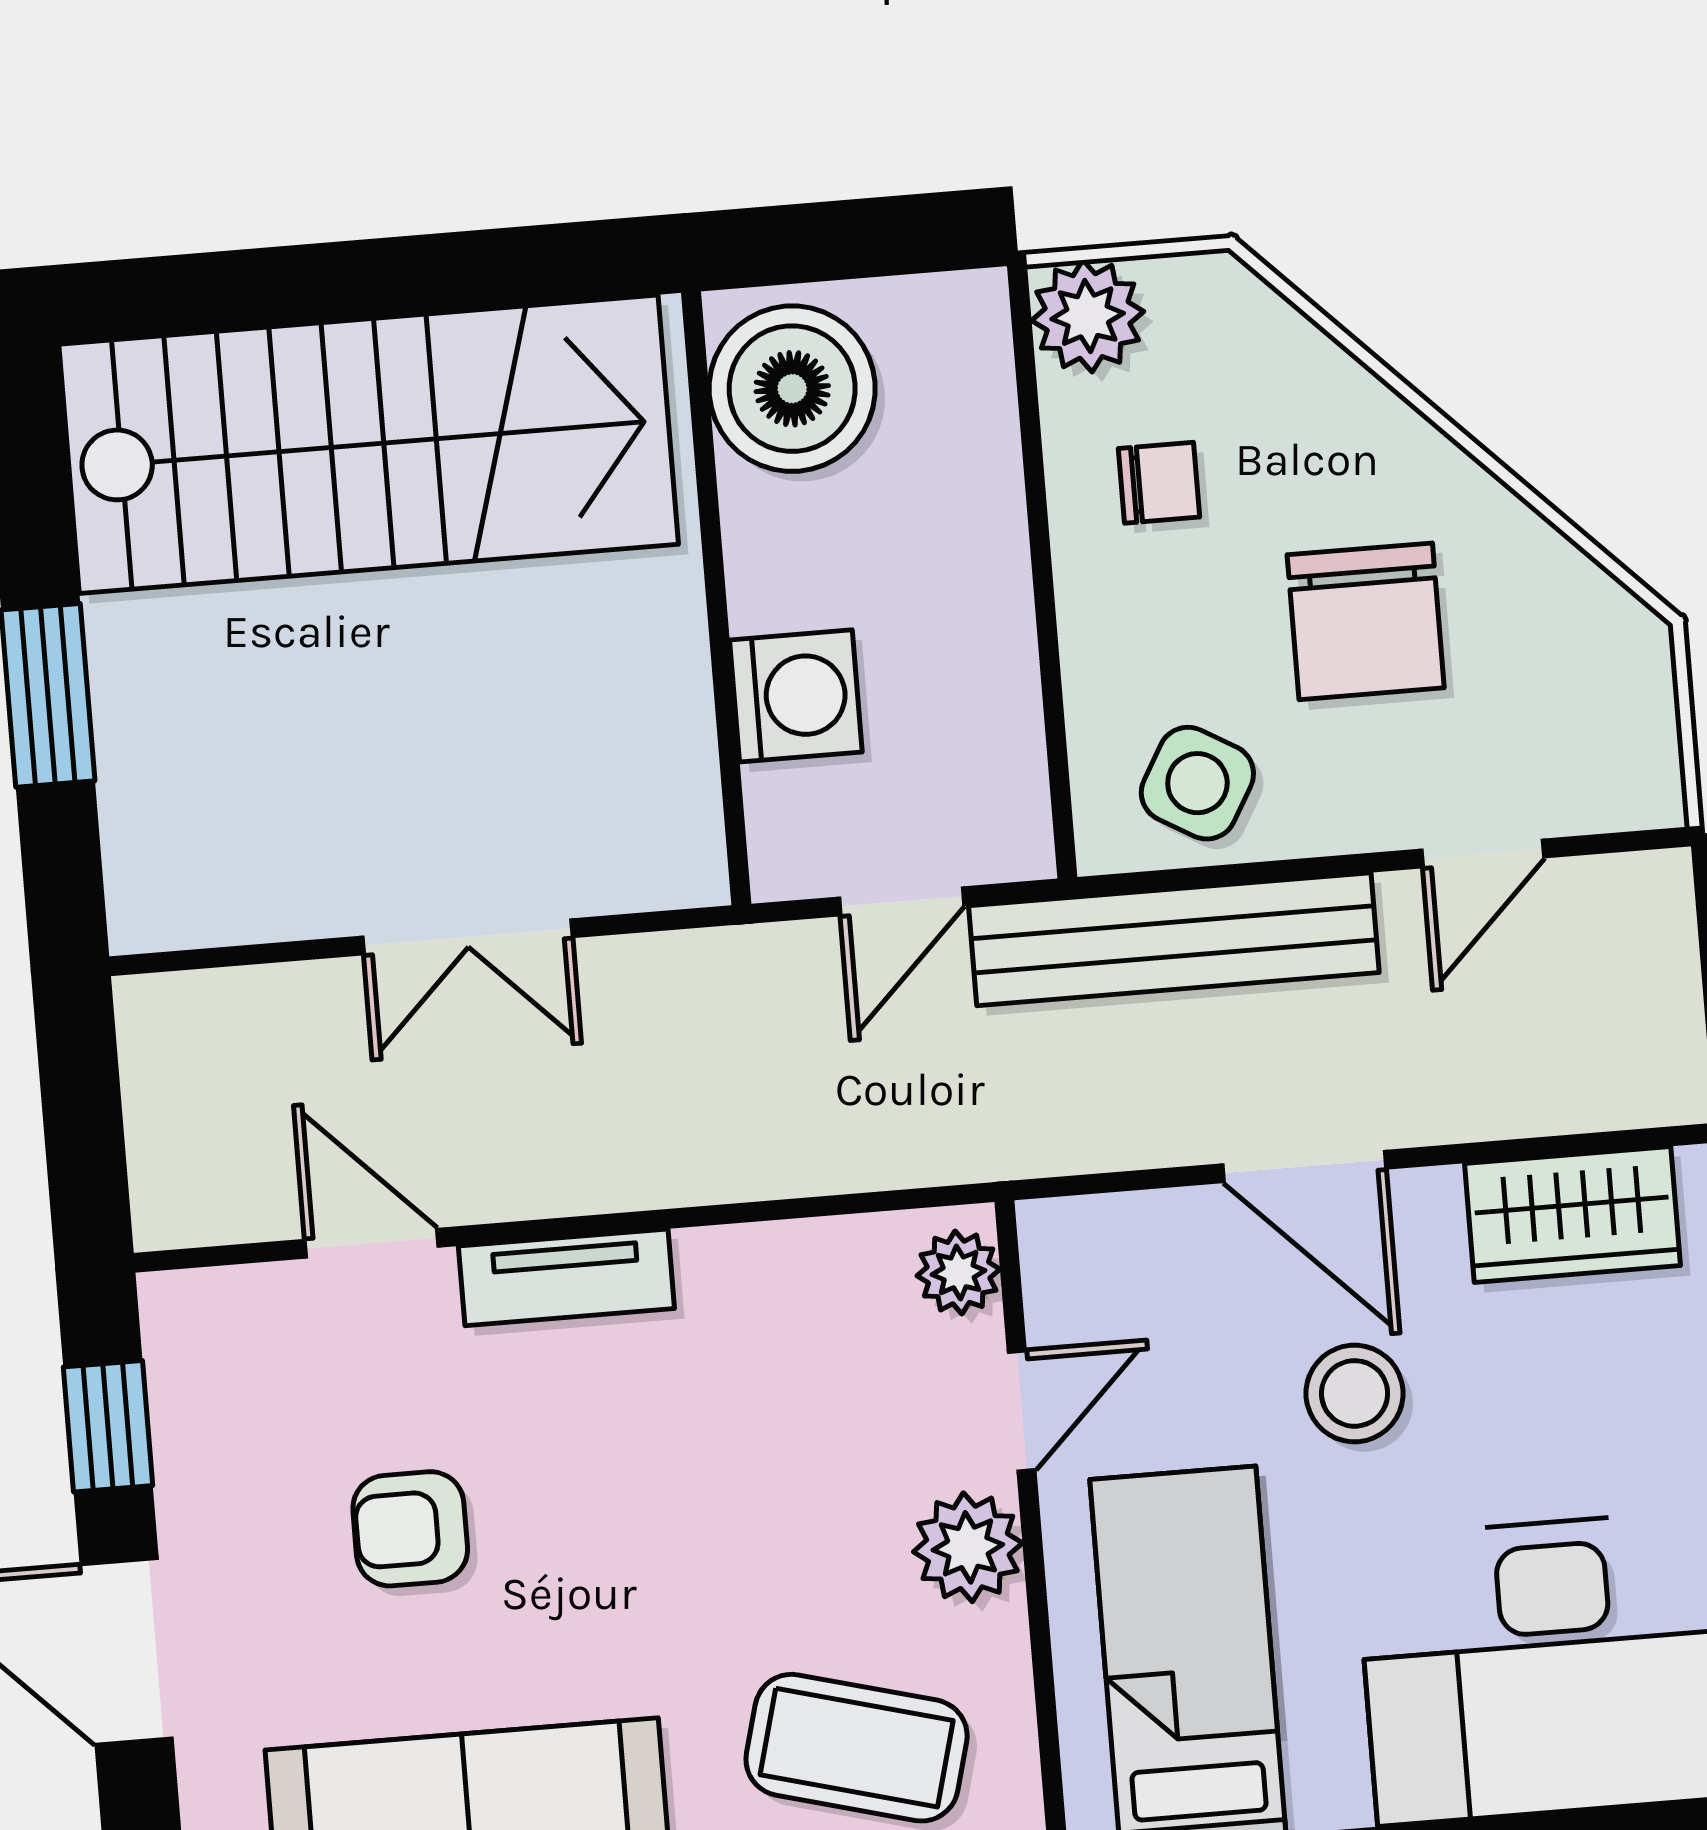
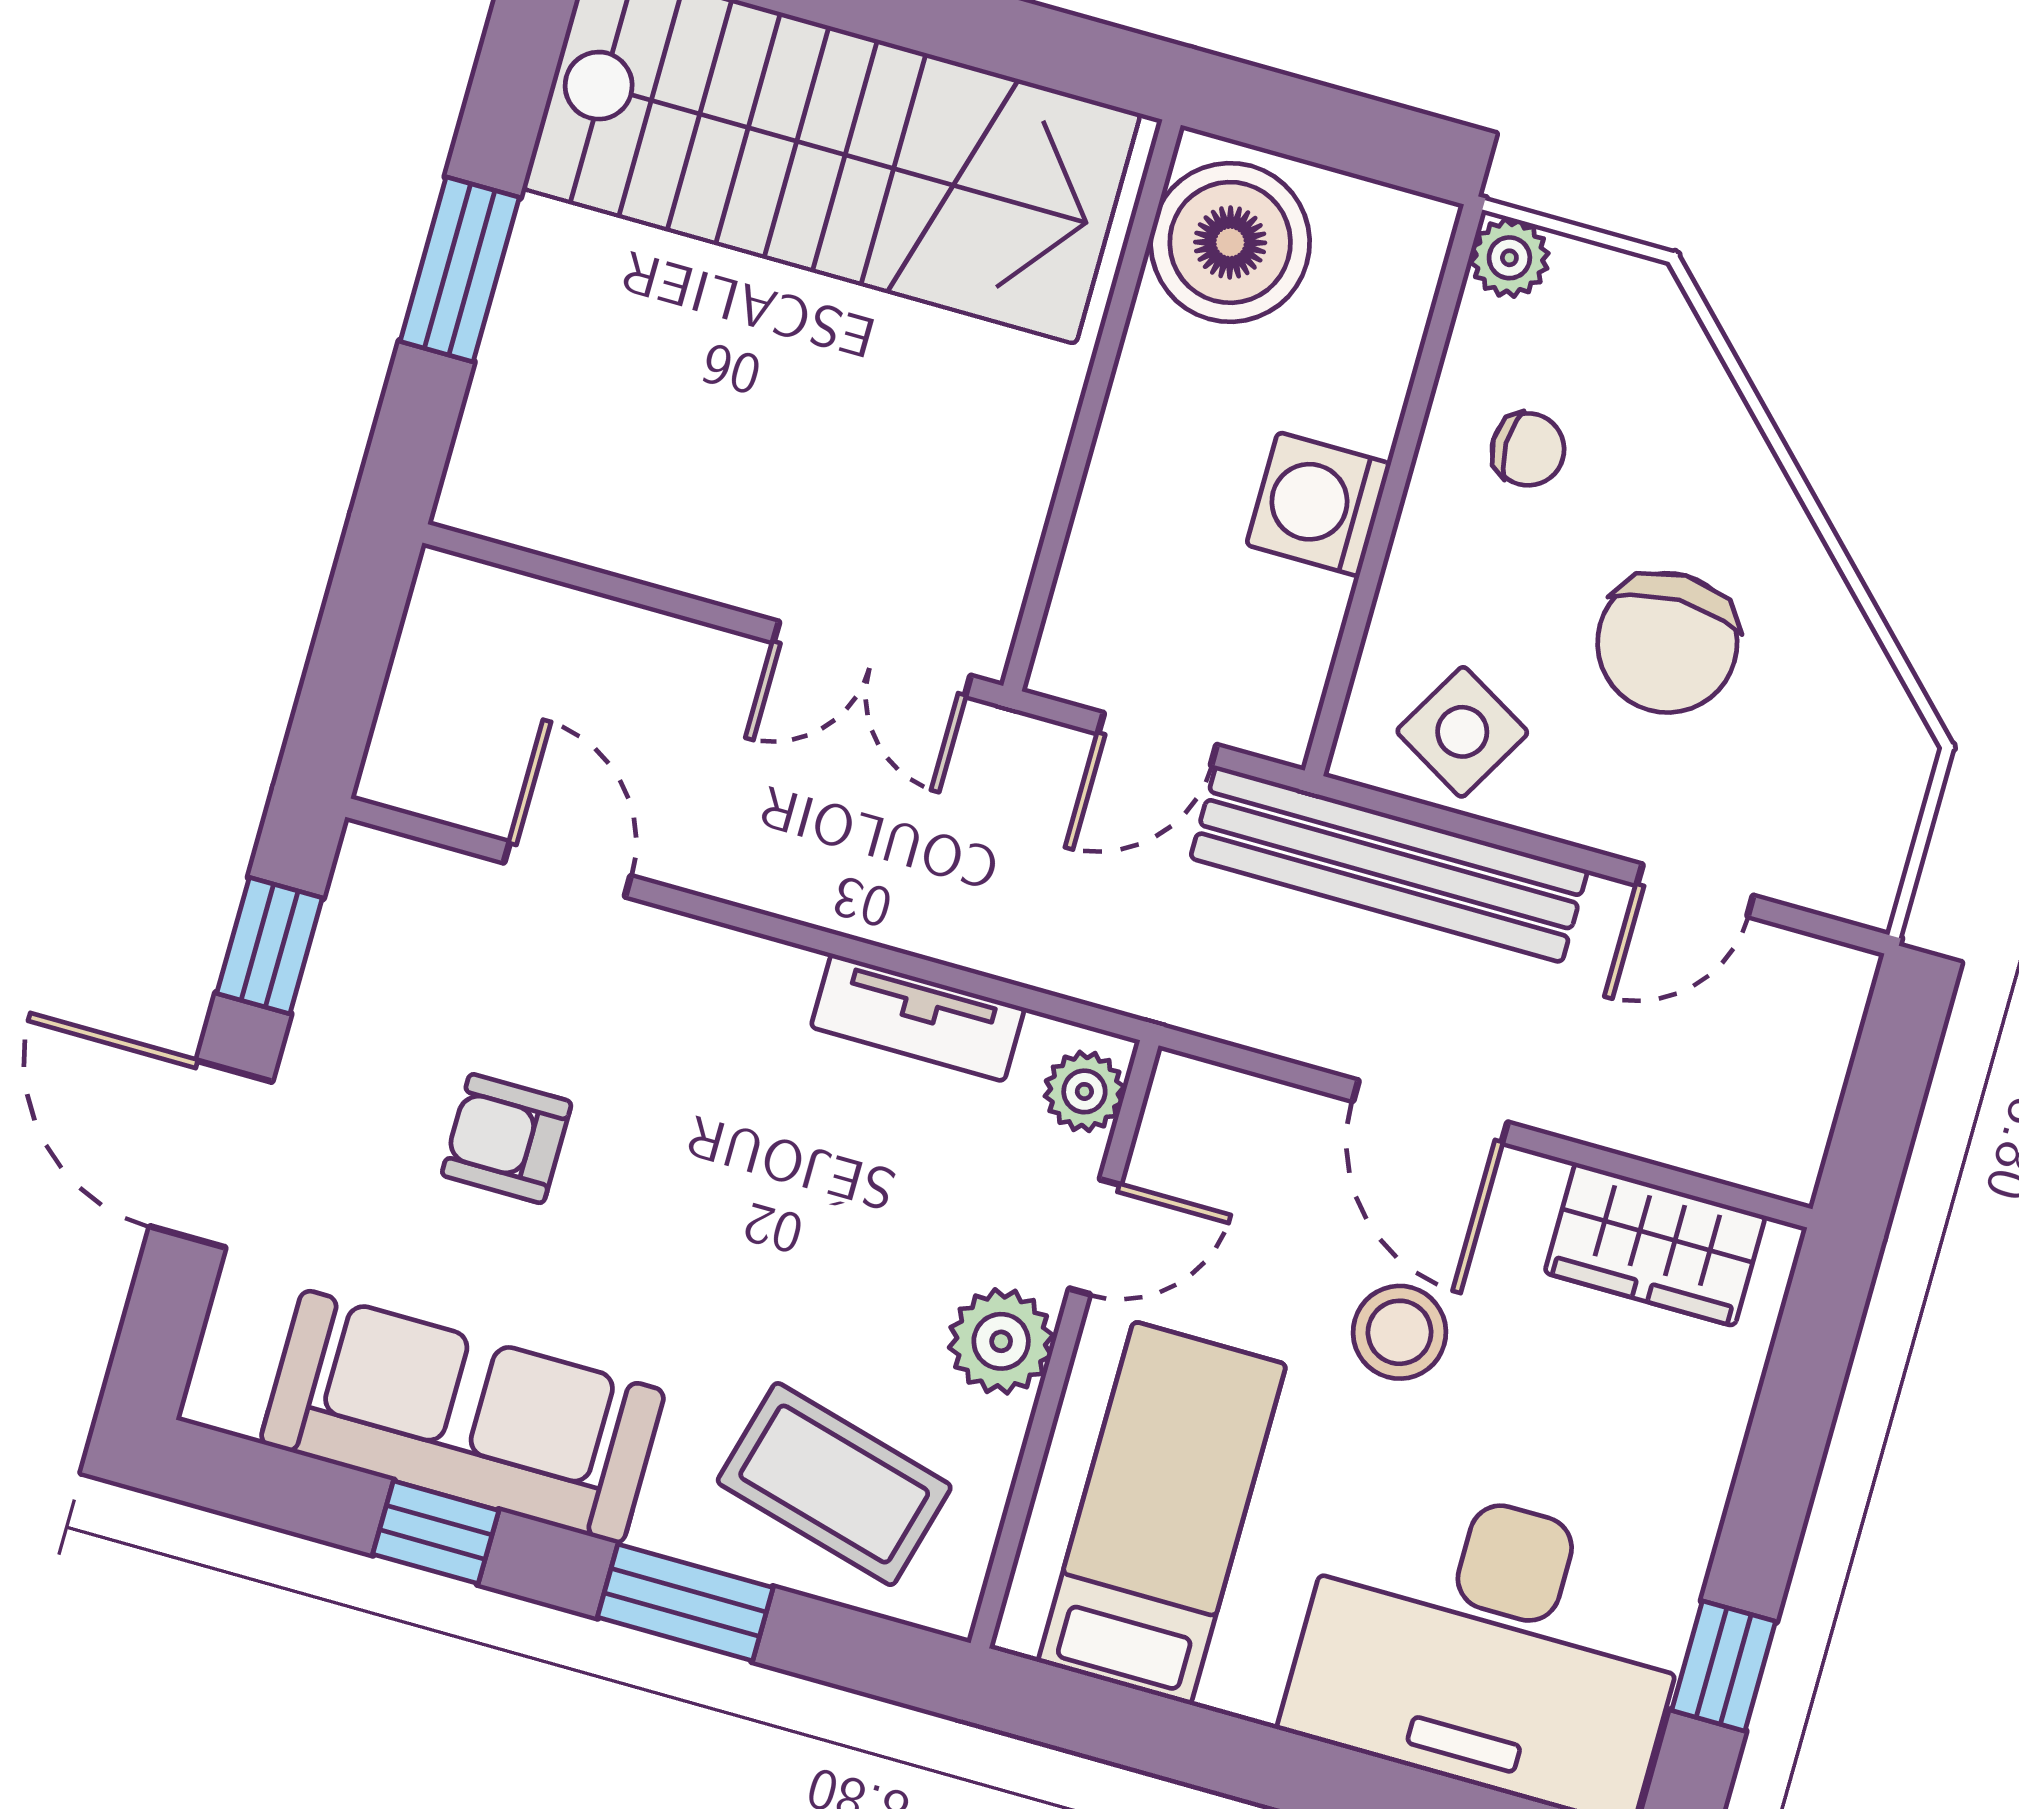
plant: (1088, 316) -> (1509, 258), width x0.73, depth x0.73
washing machine: (796, 696) -> (1319, 504), moved, turned 180
double door: (468, 937) -> (872, 659), moved
tv unit: (566, 1277) -> (918, 1017), moved

